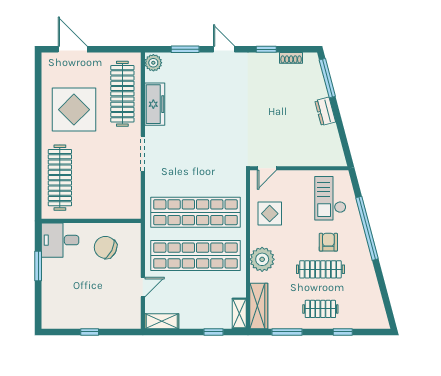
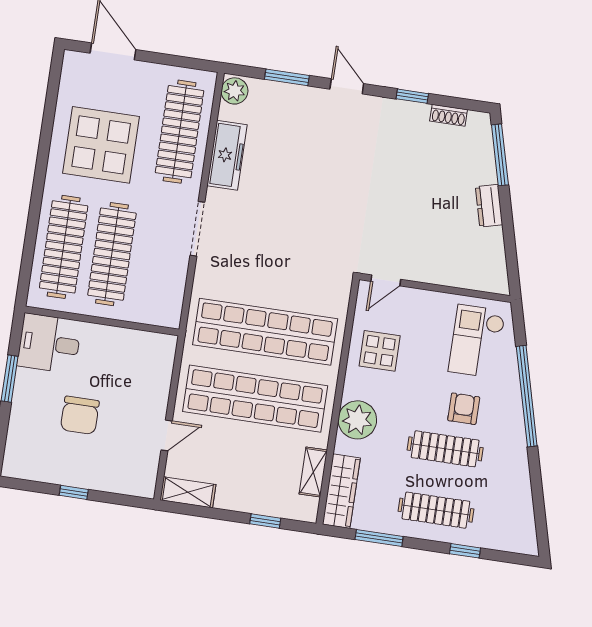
clothes rail: (91, 178) -> (112, 254), added
chair: (105, 247) -> (80, 415), moved, turned -117
clothes rail: (320, 309) -> (436, 510), width x1.36
shelving: (239, 314) -> (313, 472), moved

